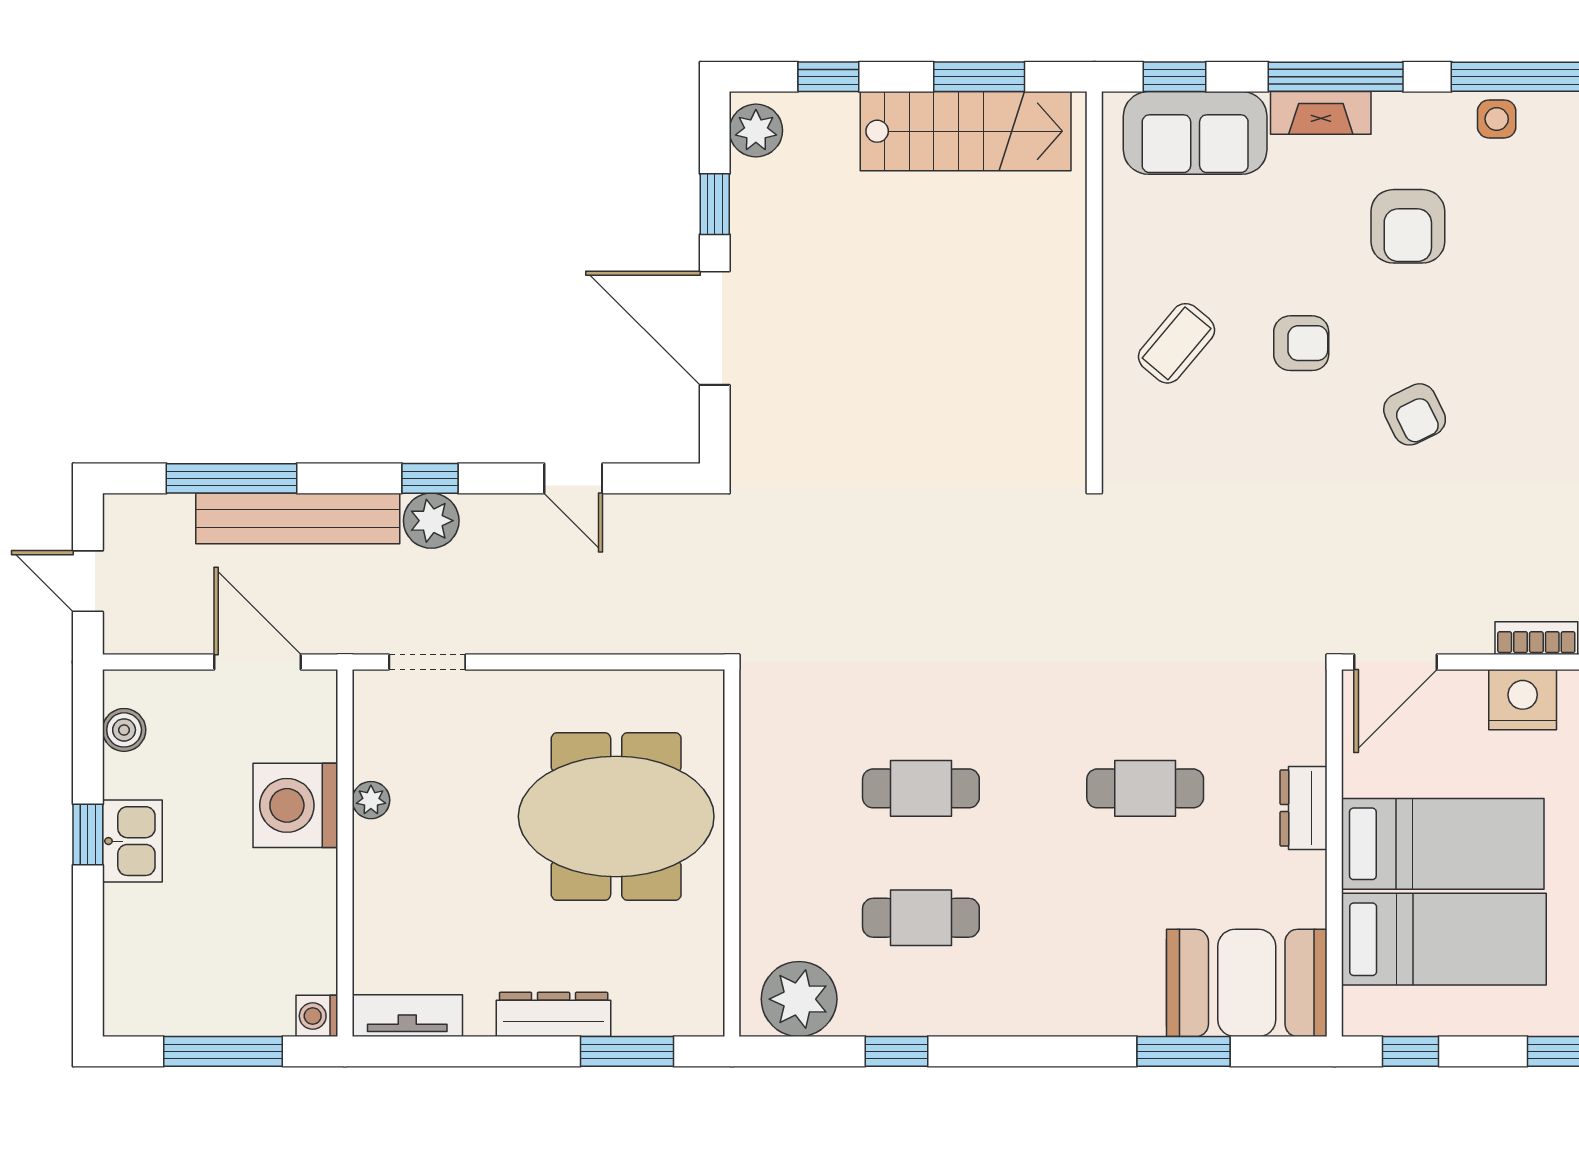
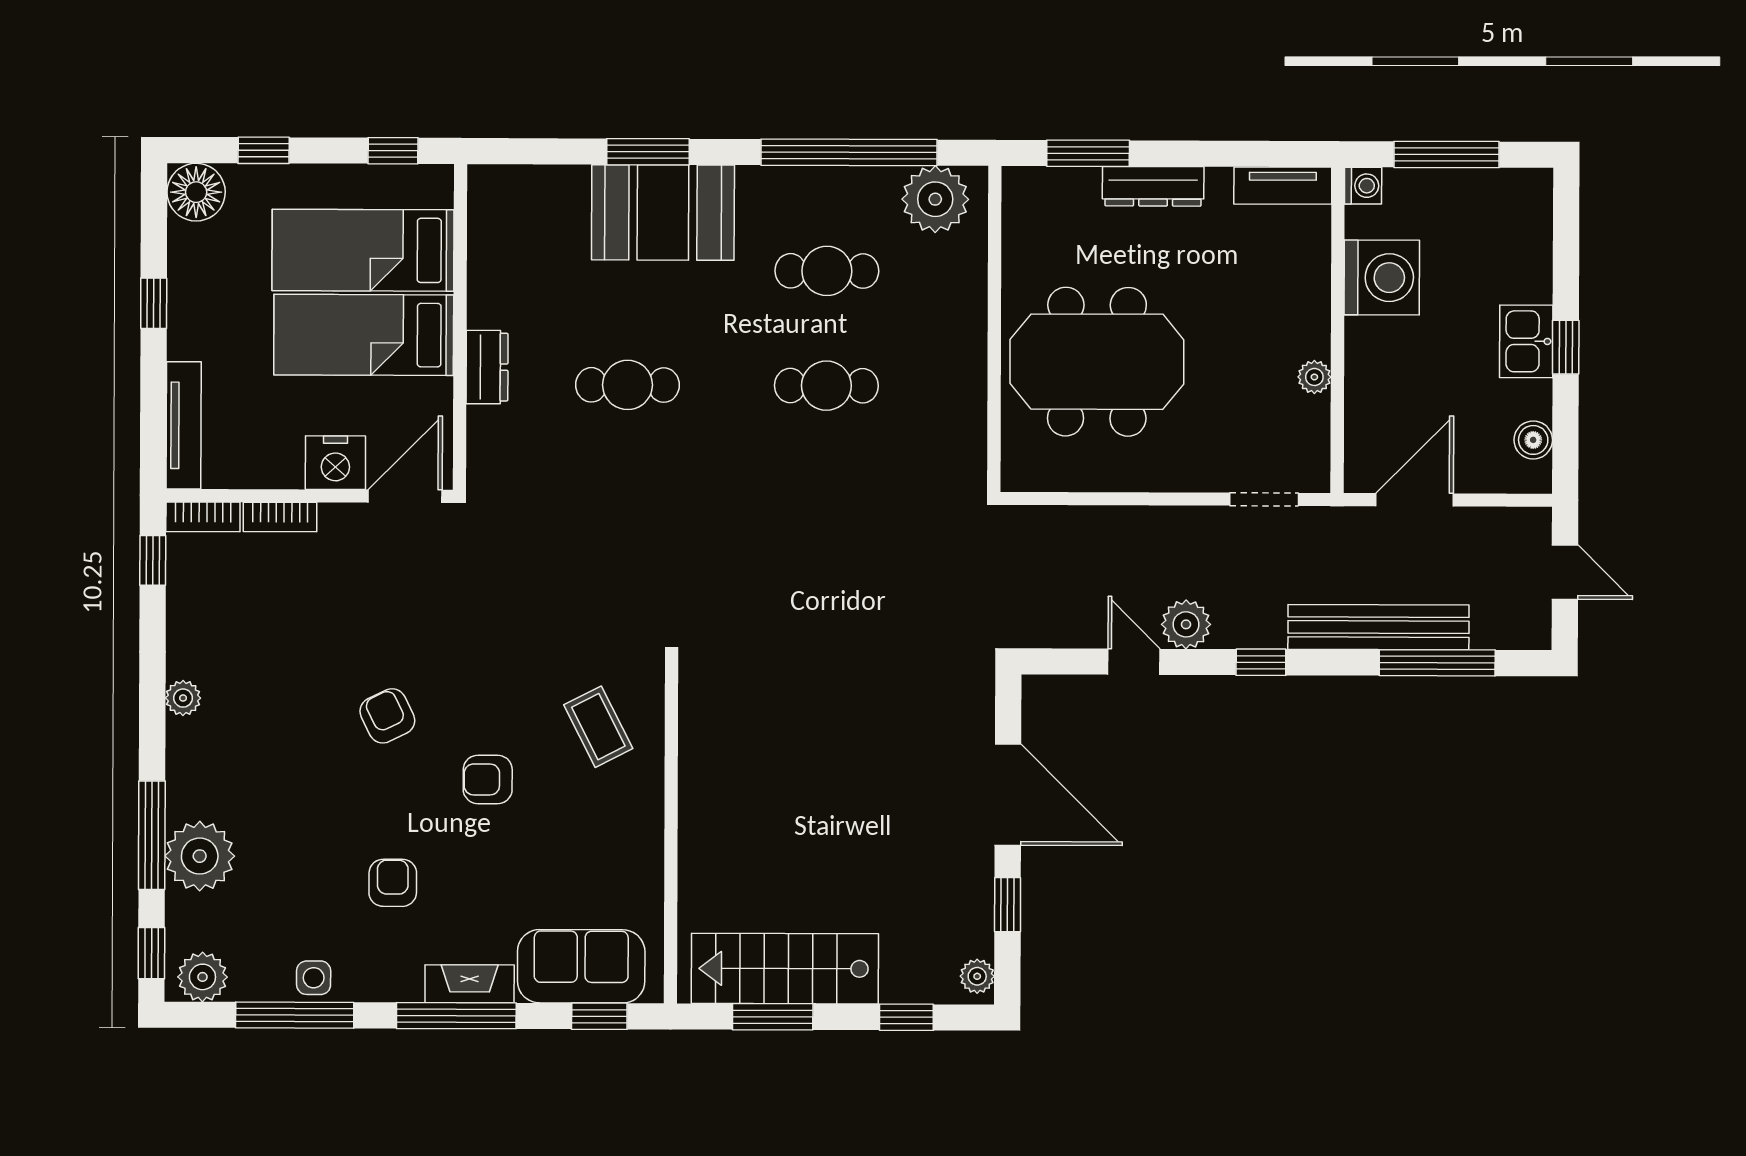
plant: (756, 130) -> (977, 976), width x0.73, depth x0.73
armchair: (1408, 226) -> (393, 883), width x0.72, depth x0.72
coffee table: (1177, 343) -> (598, 727), moved, turned -67
plant: (431, 521) -> (1186, 624), moved
door: (258, 662) -> (1415, 500), swing flipped
nightstand: (1523, 700) -> (335, 463), moved
washing machine: (295, 805) -> (1382, 278), moved
booth: (1247, 983) -> (663, 212), moved
window: (896, 1051) -> (849, 152), width x3.17
window: (1184, 1051) -> (648, 152), moved

